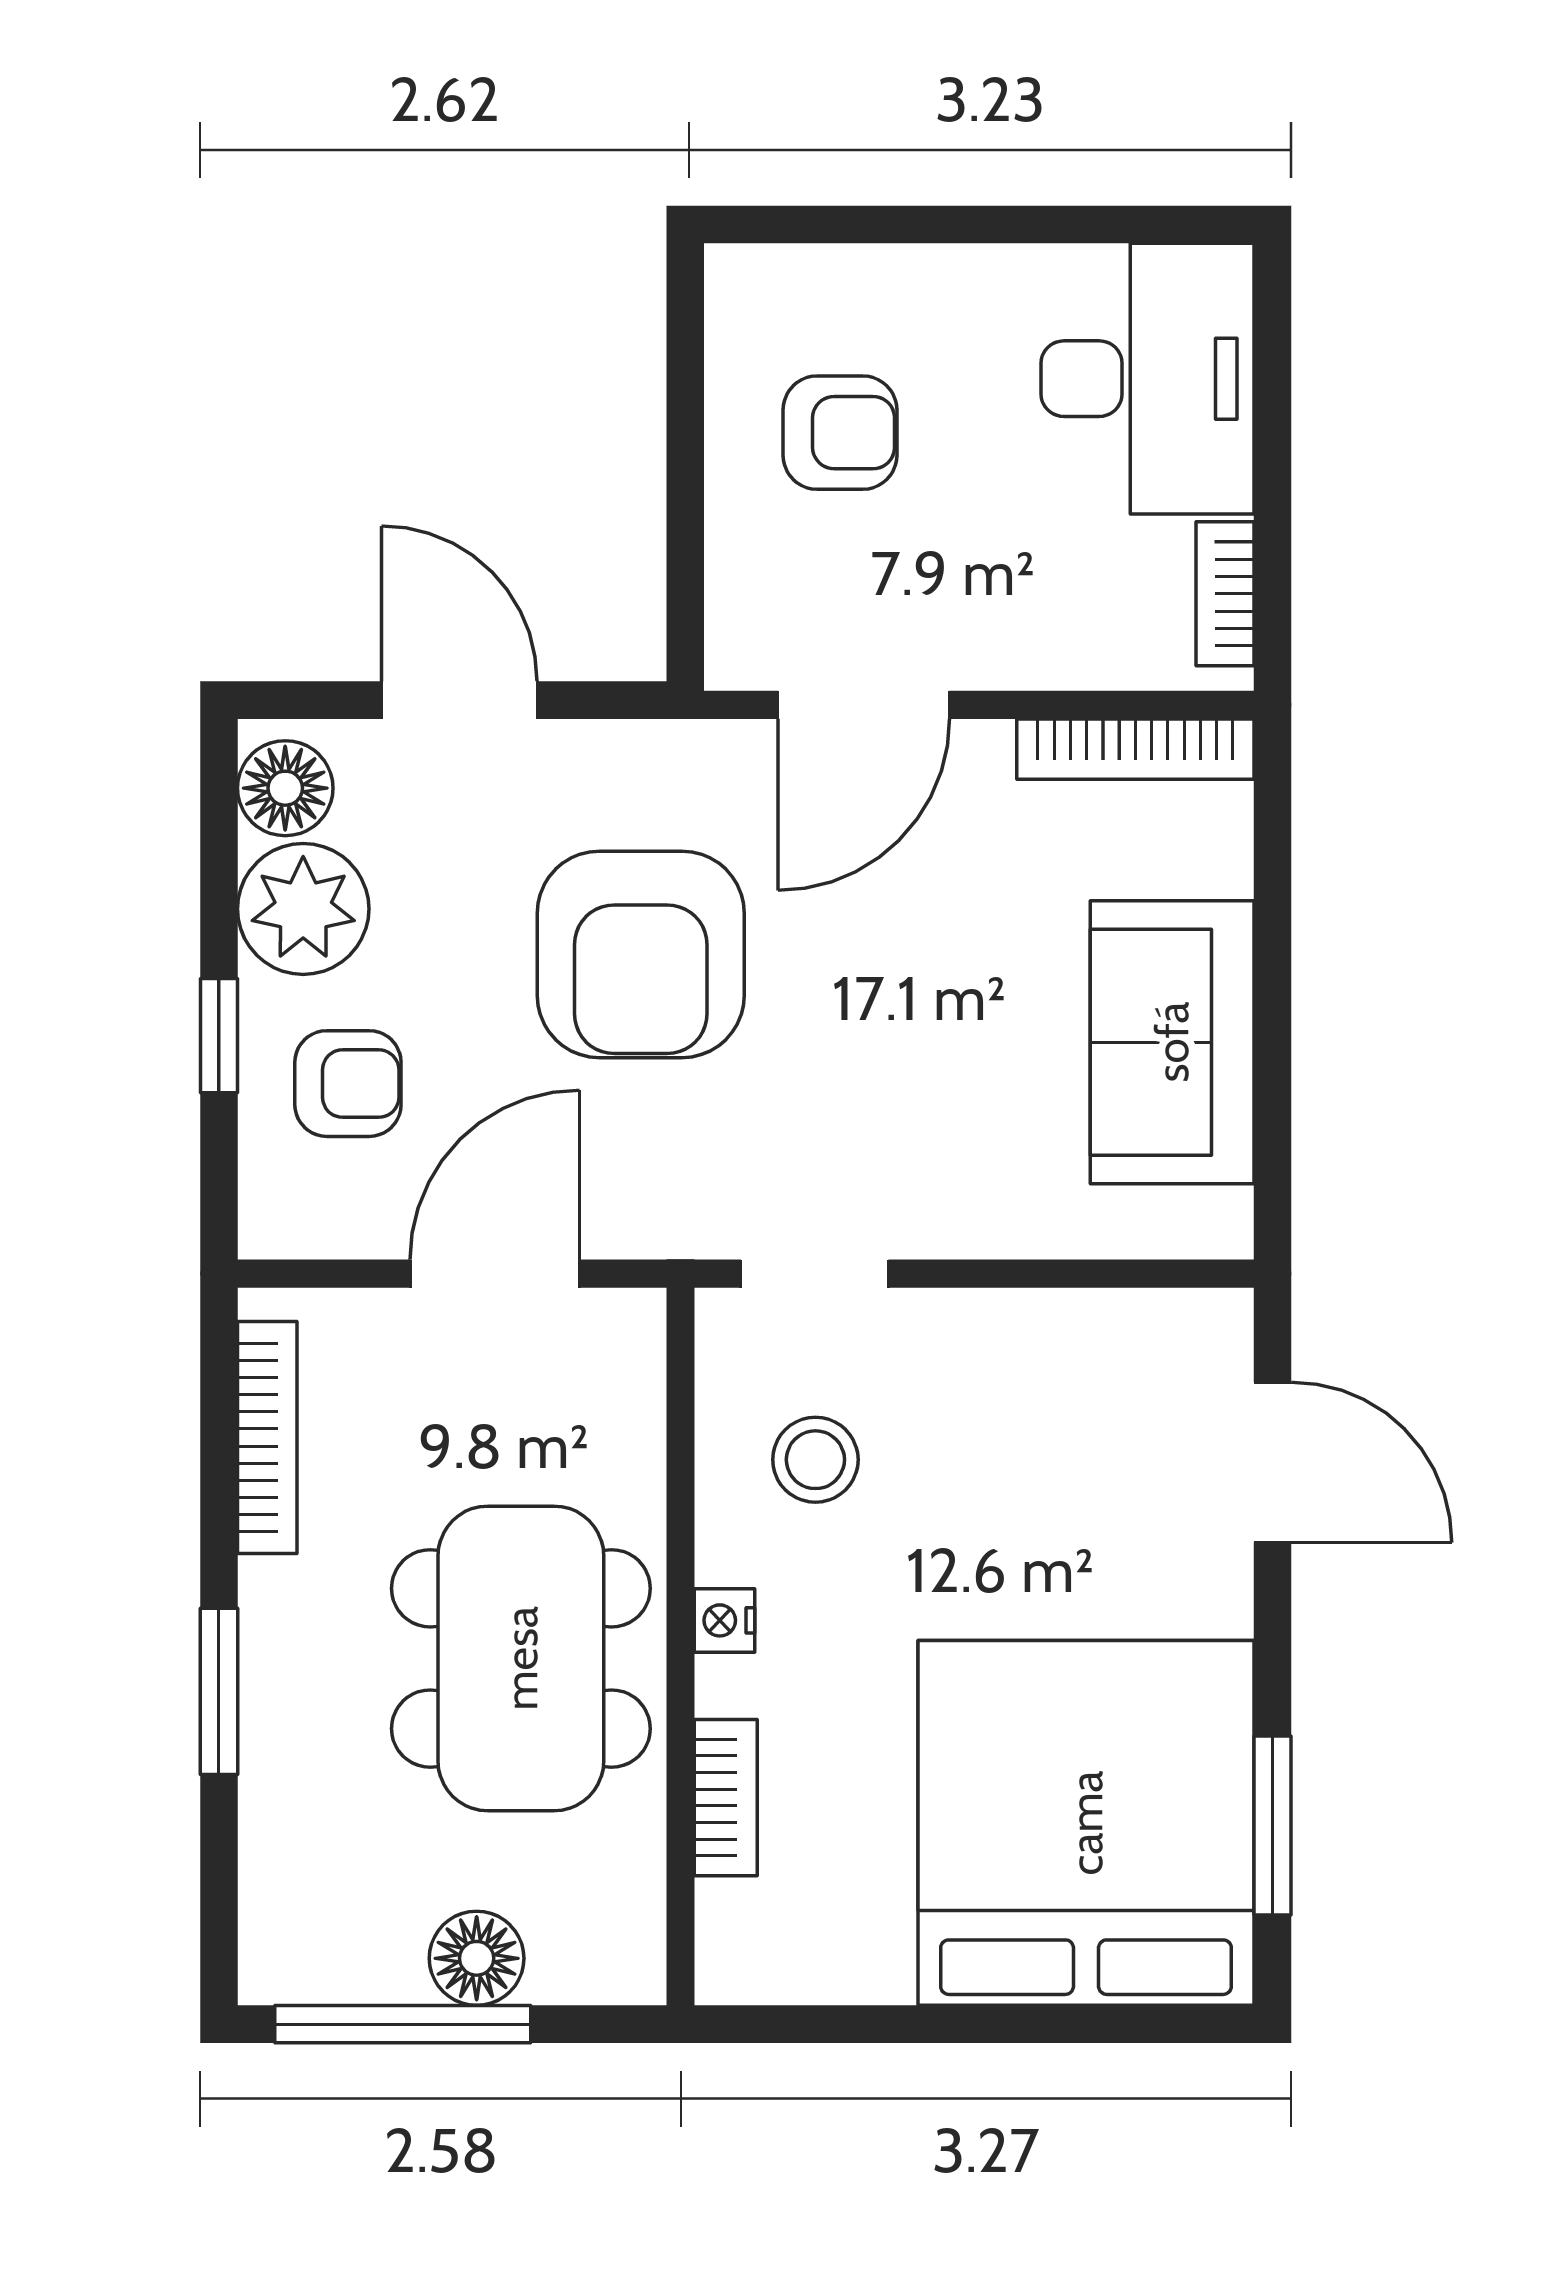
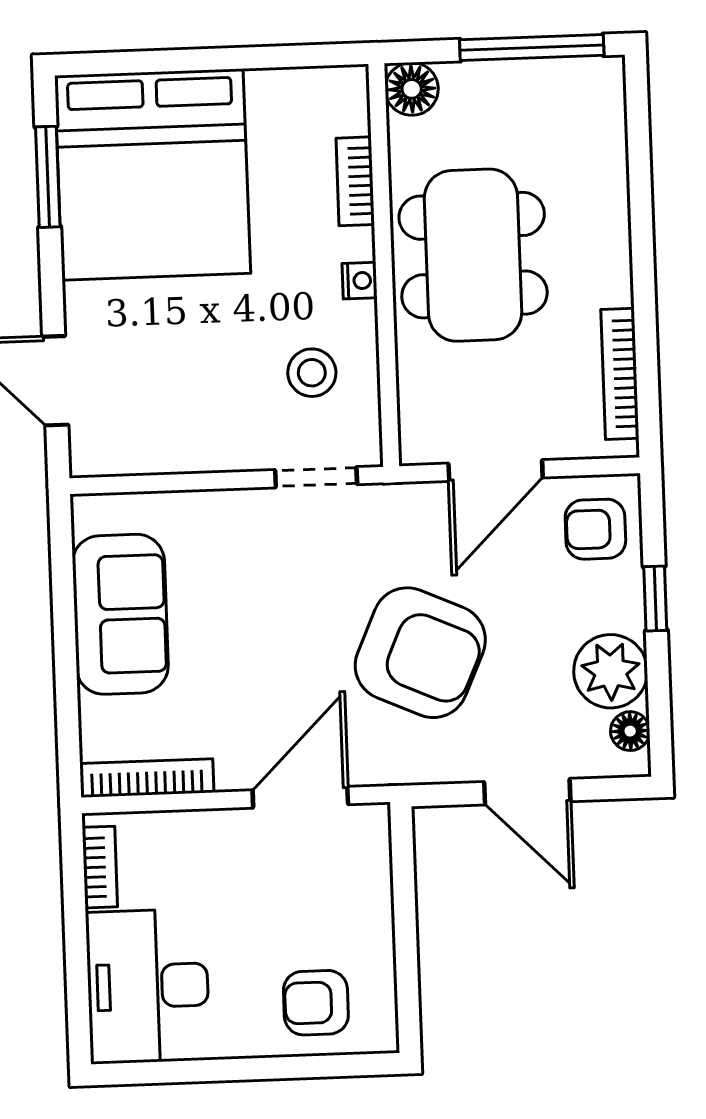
armchair: (840, 433) -> (316, 1003), moved
floor lamp: (285, 788) -> (630, 731), width x0.73, depth x0.73
armchair: (641, 954) -> (420, 653), turned 114
armchair: (348, 1084) -> (595, 529), moved
window: (219, 1691) -> (642, 230), removed
floor lamp: (477, 1958) -> (412, 89), moved

